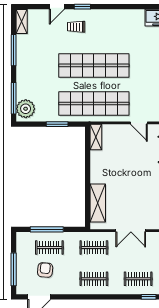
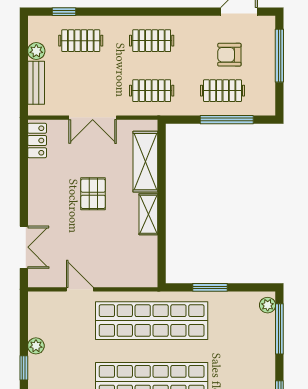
plant: (26, 109) -> (268, 305), width x0.53, depth x0.53
shelving: (96, 137) -> (148, 214), moved
pallet: (131, 183) -> (93, 194), added
double door: (131, 231) -> (93, 118), swing flipped
armchair: (45, 270) -> (229, 55), turned 85

